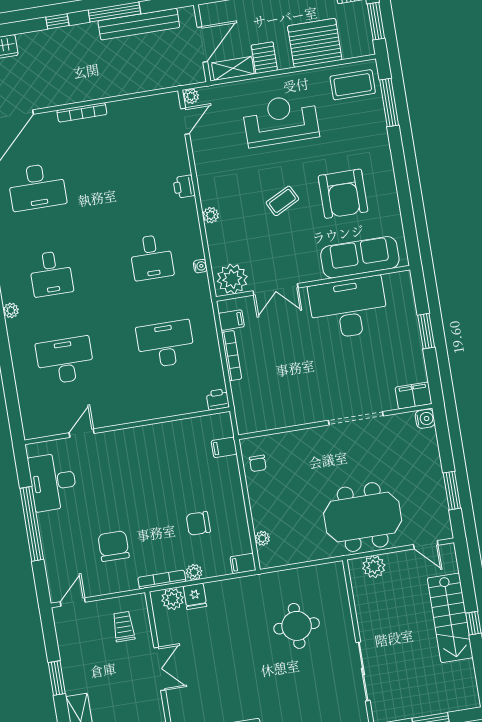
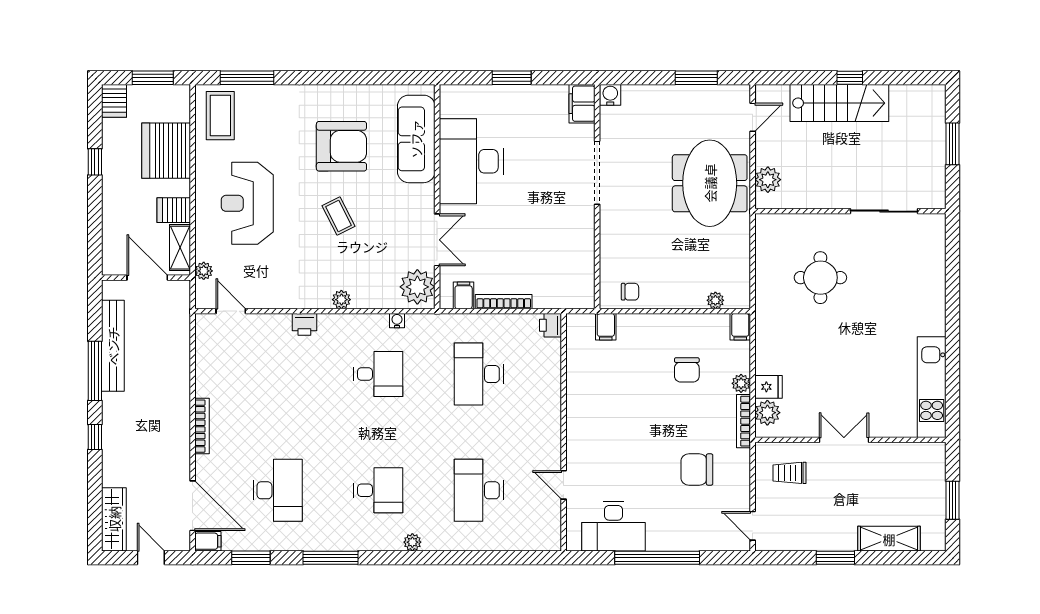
plant: (191, 96) -> (204, 271), moved

